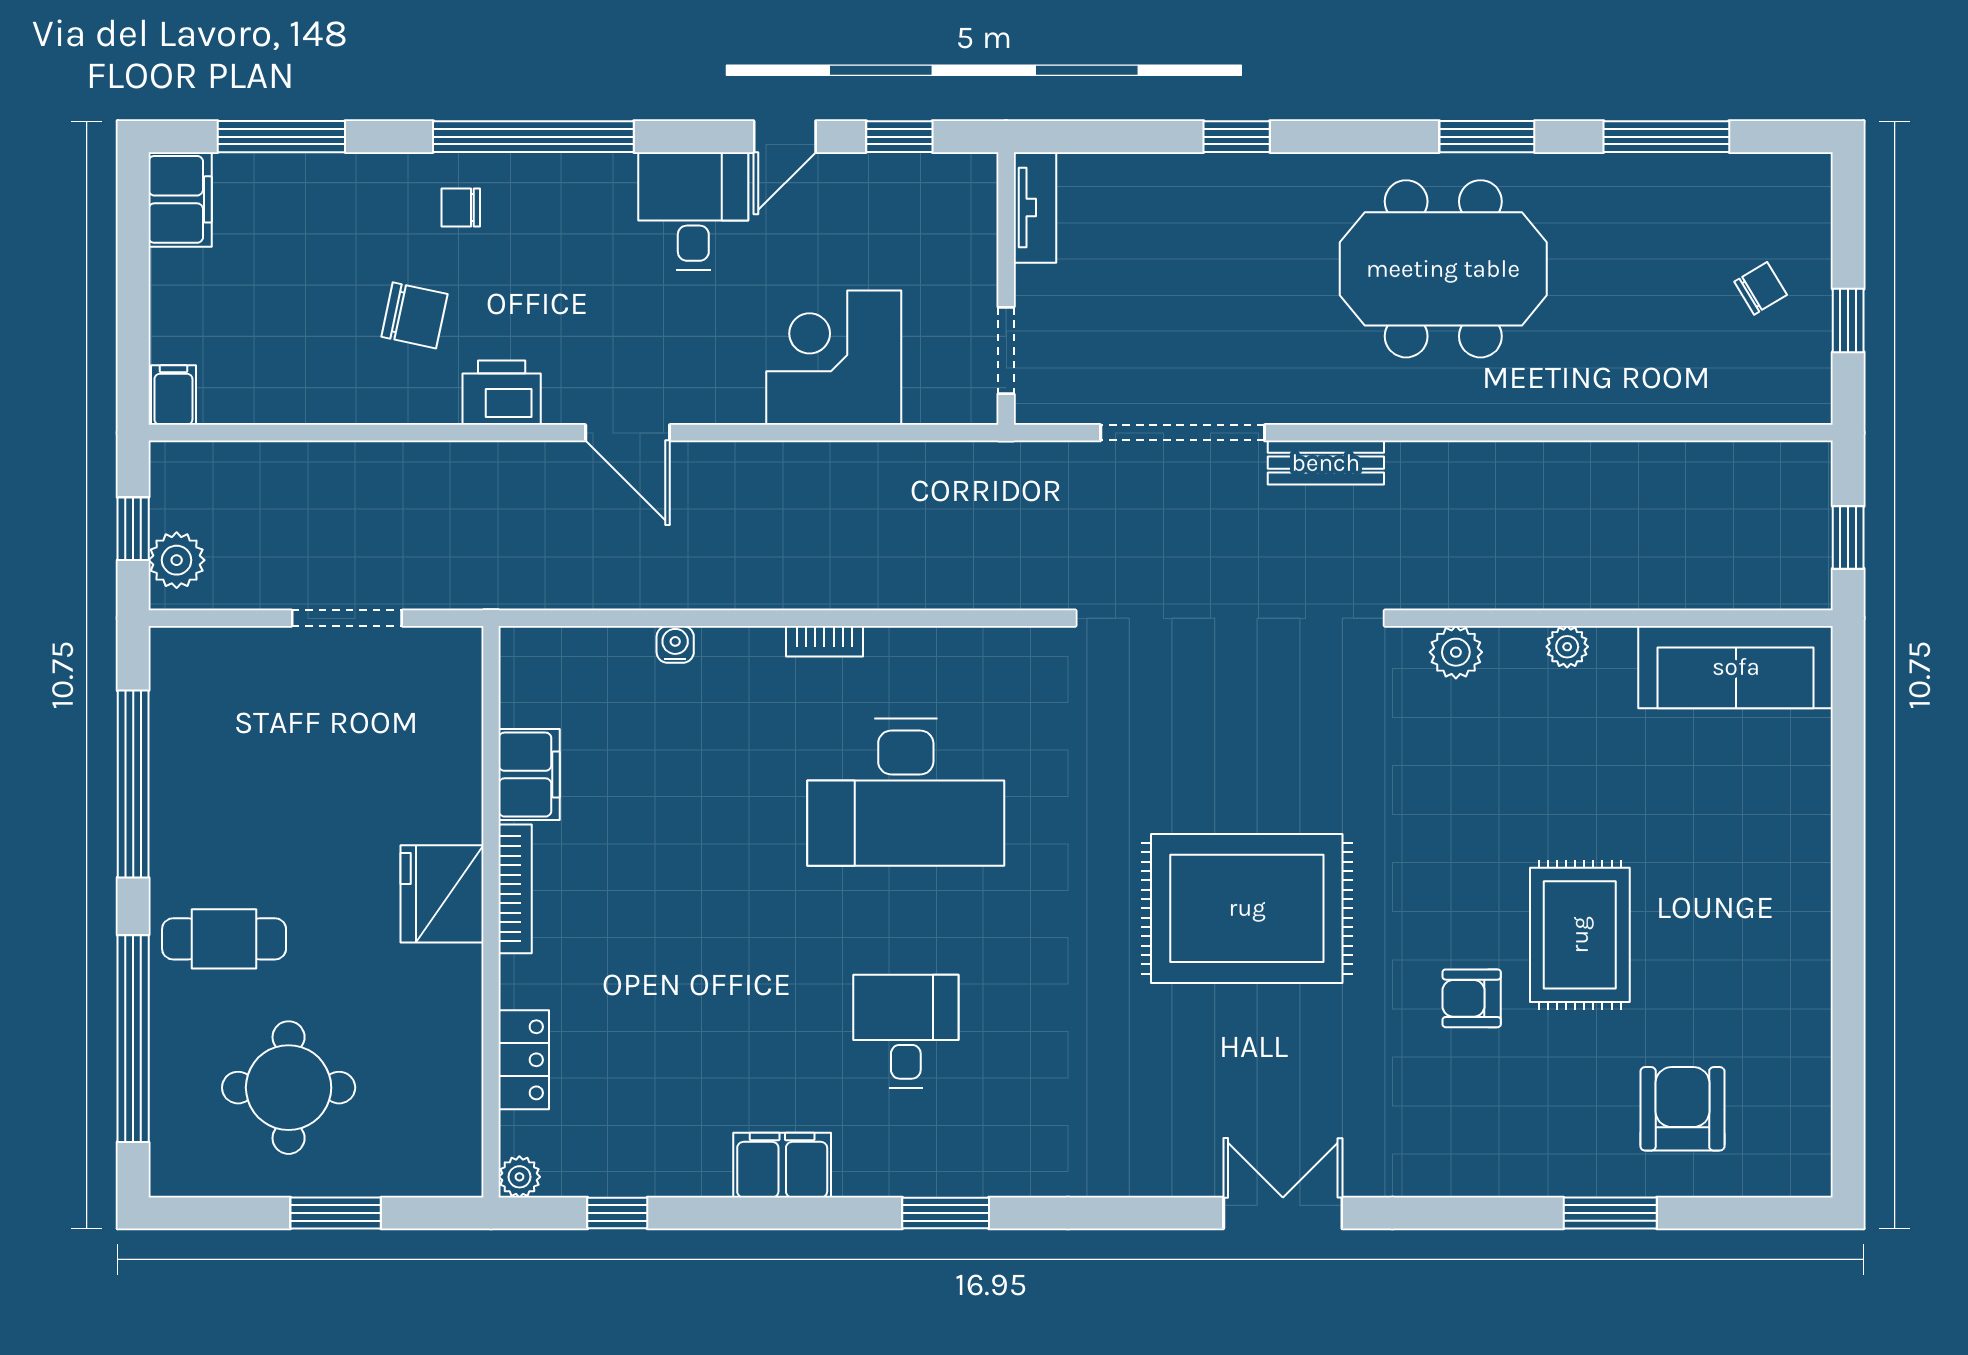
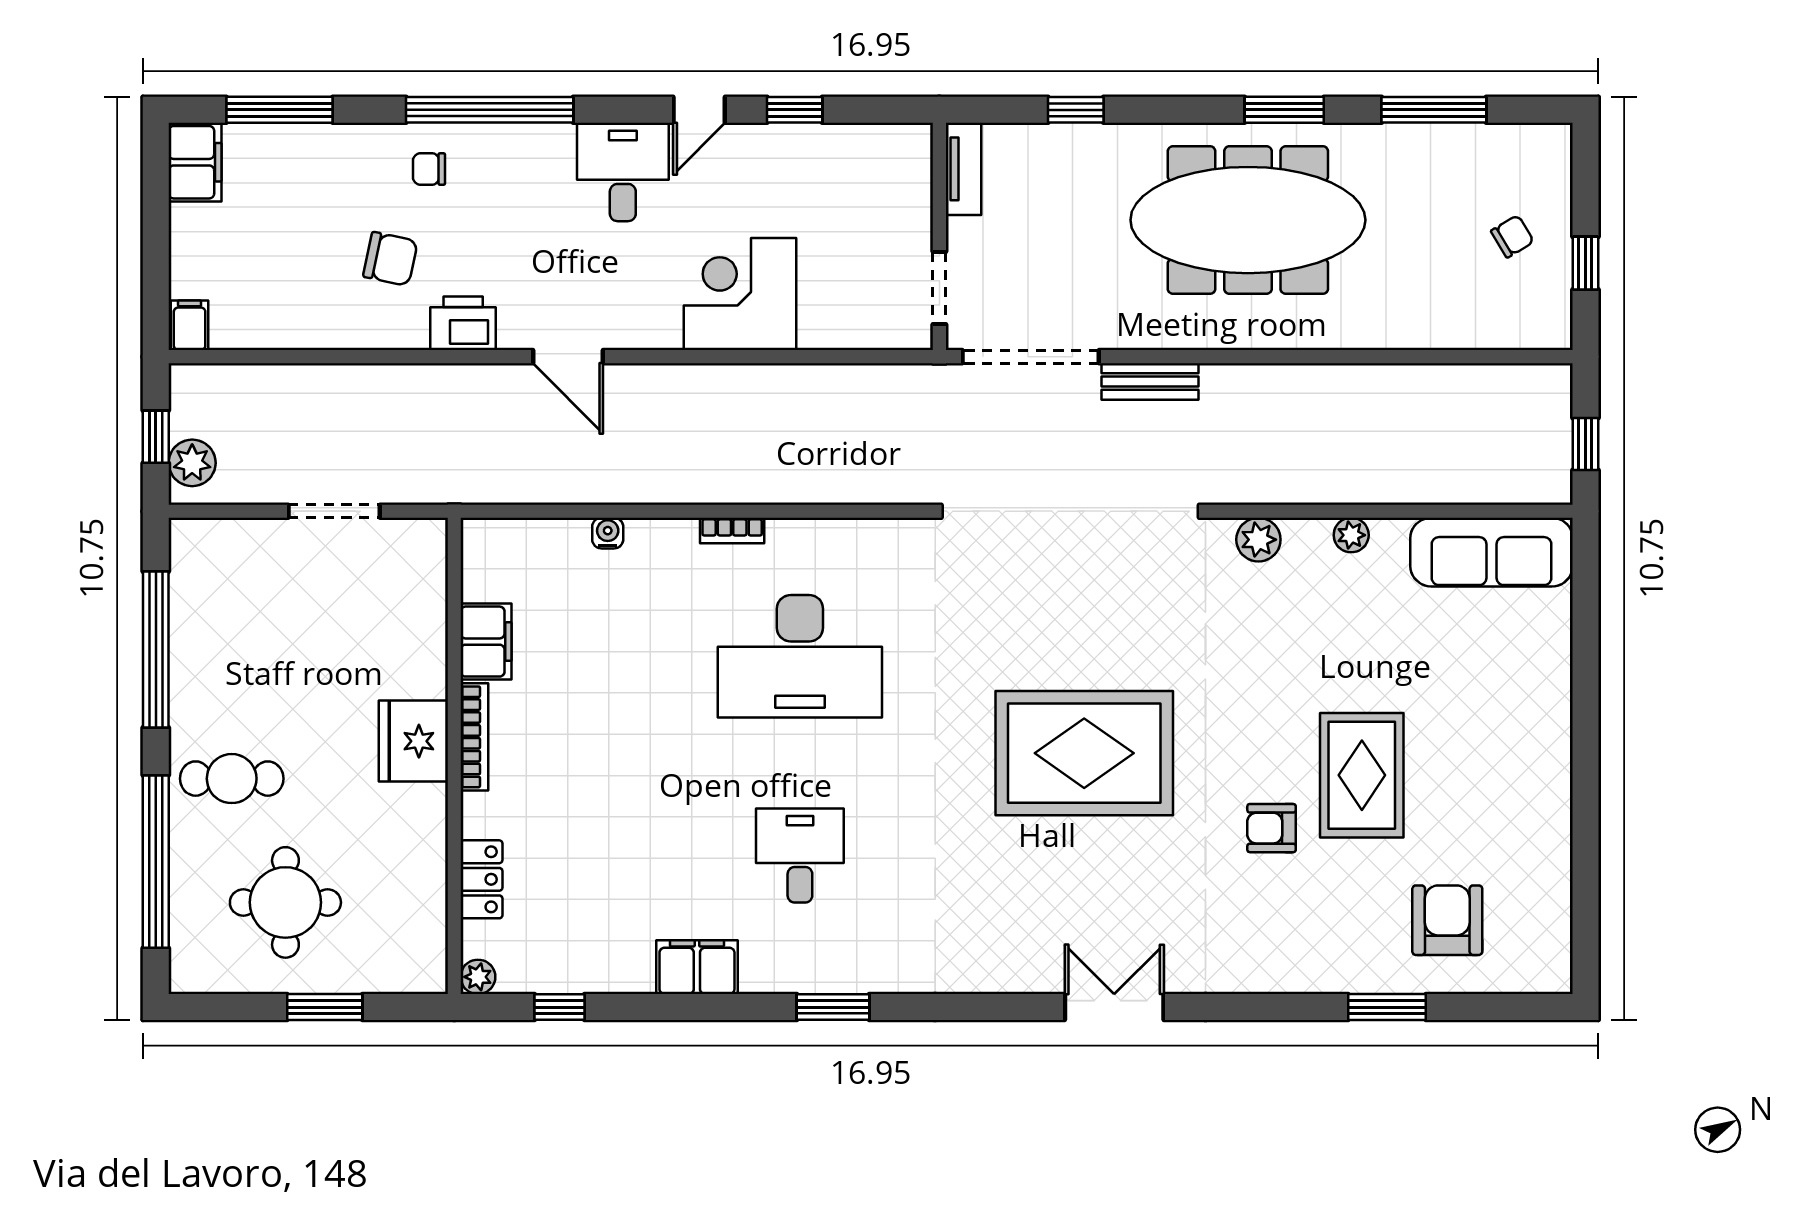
tv unit: (1035, 207) -> (963, 169), moved
meeting table: (1443, 269) -> (1248, 220), width x1.36
wall: (1006, 288) -> (939, 236), moved
doorway: (1006, 350) -> (939, 288), moved

